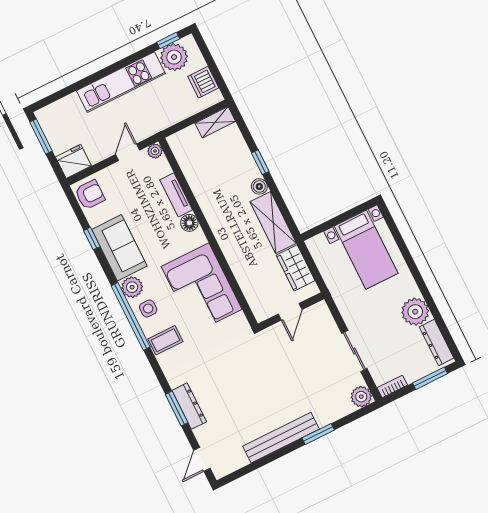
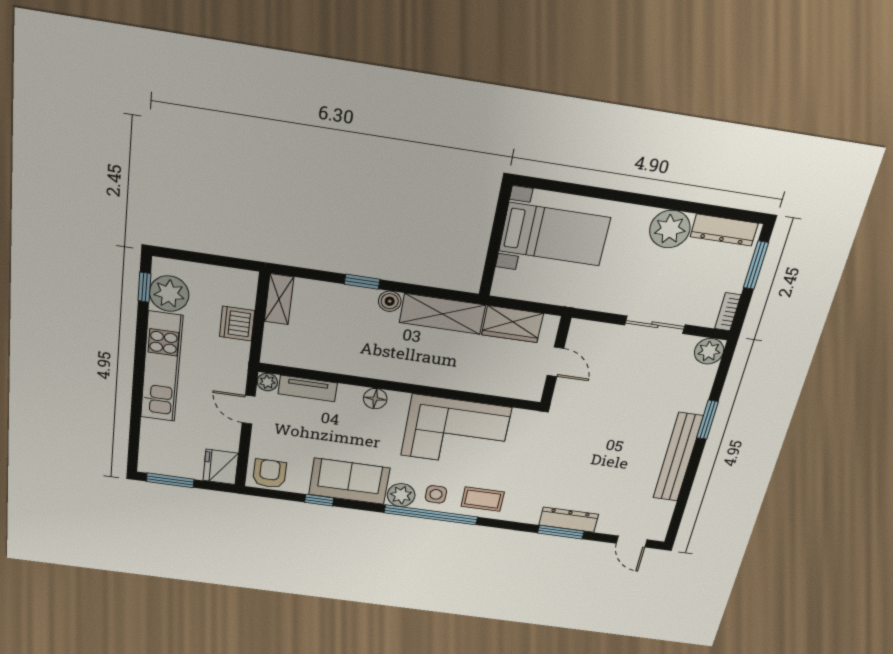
dishwasher: (203, 82) -> (237, 324), moved, turned 90
tv unit: (176, 195) -> (308, 388), moved
coffee table: (165, 340) -> (483, 499), turned 90

